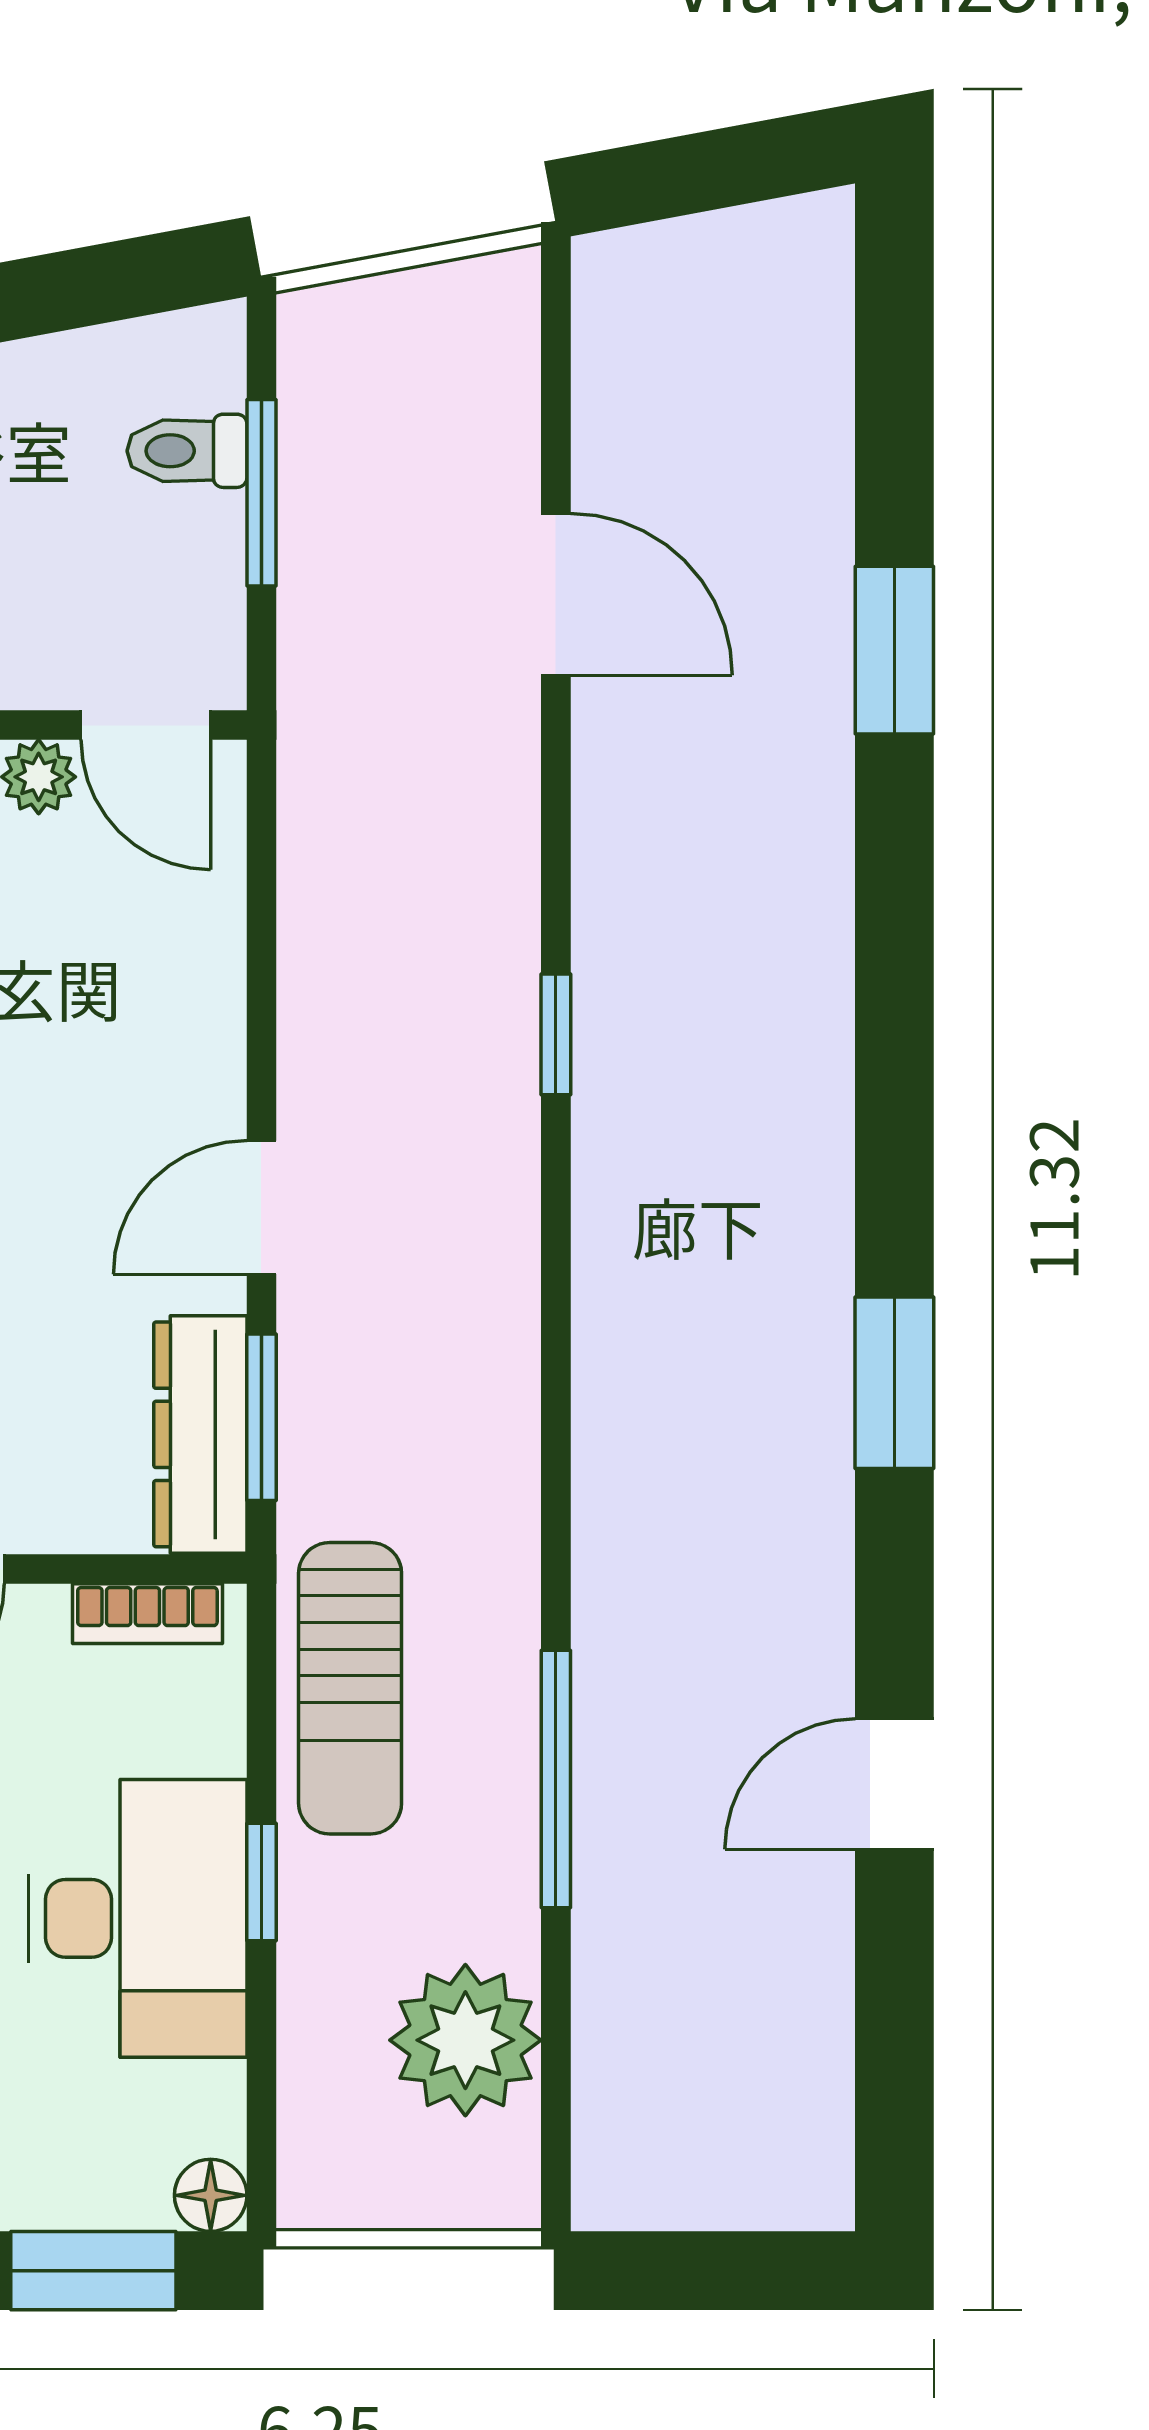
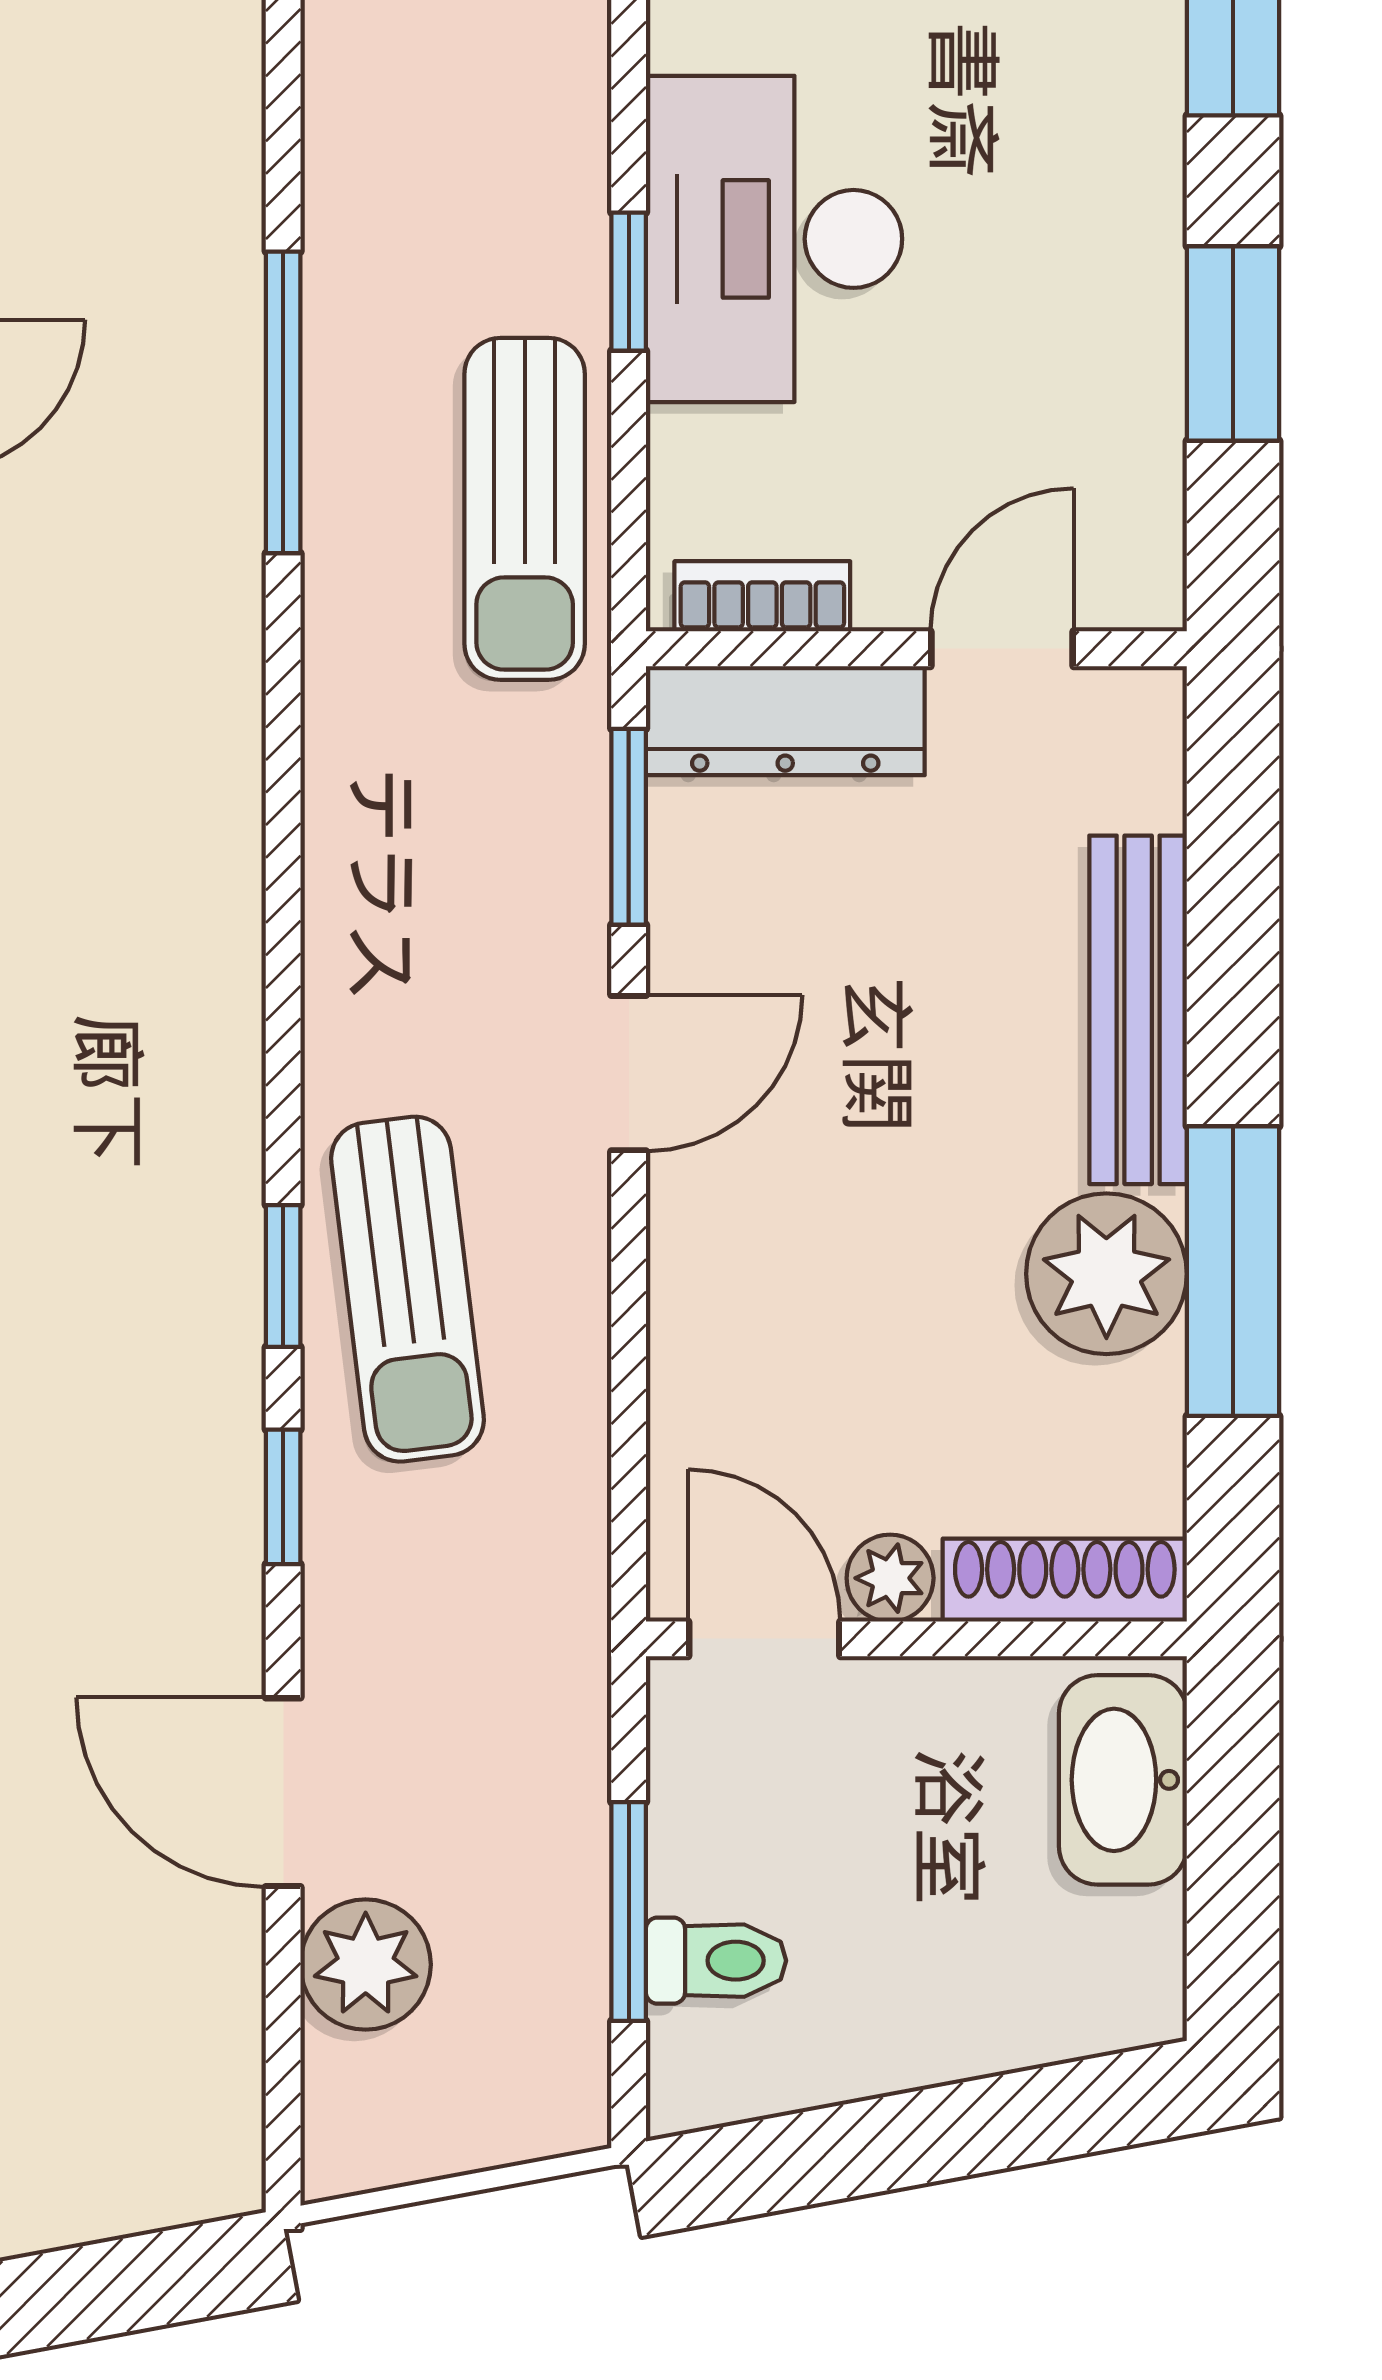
window: (556, 846) -> (283, 1497), added
sun lounger: (450, 1023) -> (408, 1289), added
dresser: (200, 1434) -> (785, 721), moved, turned 90
sun lounger: (350, 1688) -> (525, 509), turned 180
plant: (465, 2040) -> (366, 1965), moved, width x0.73, depth x0.73

